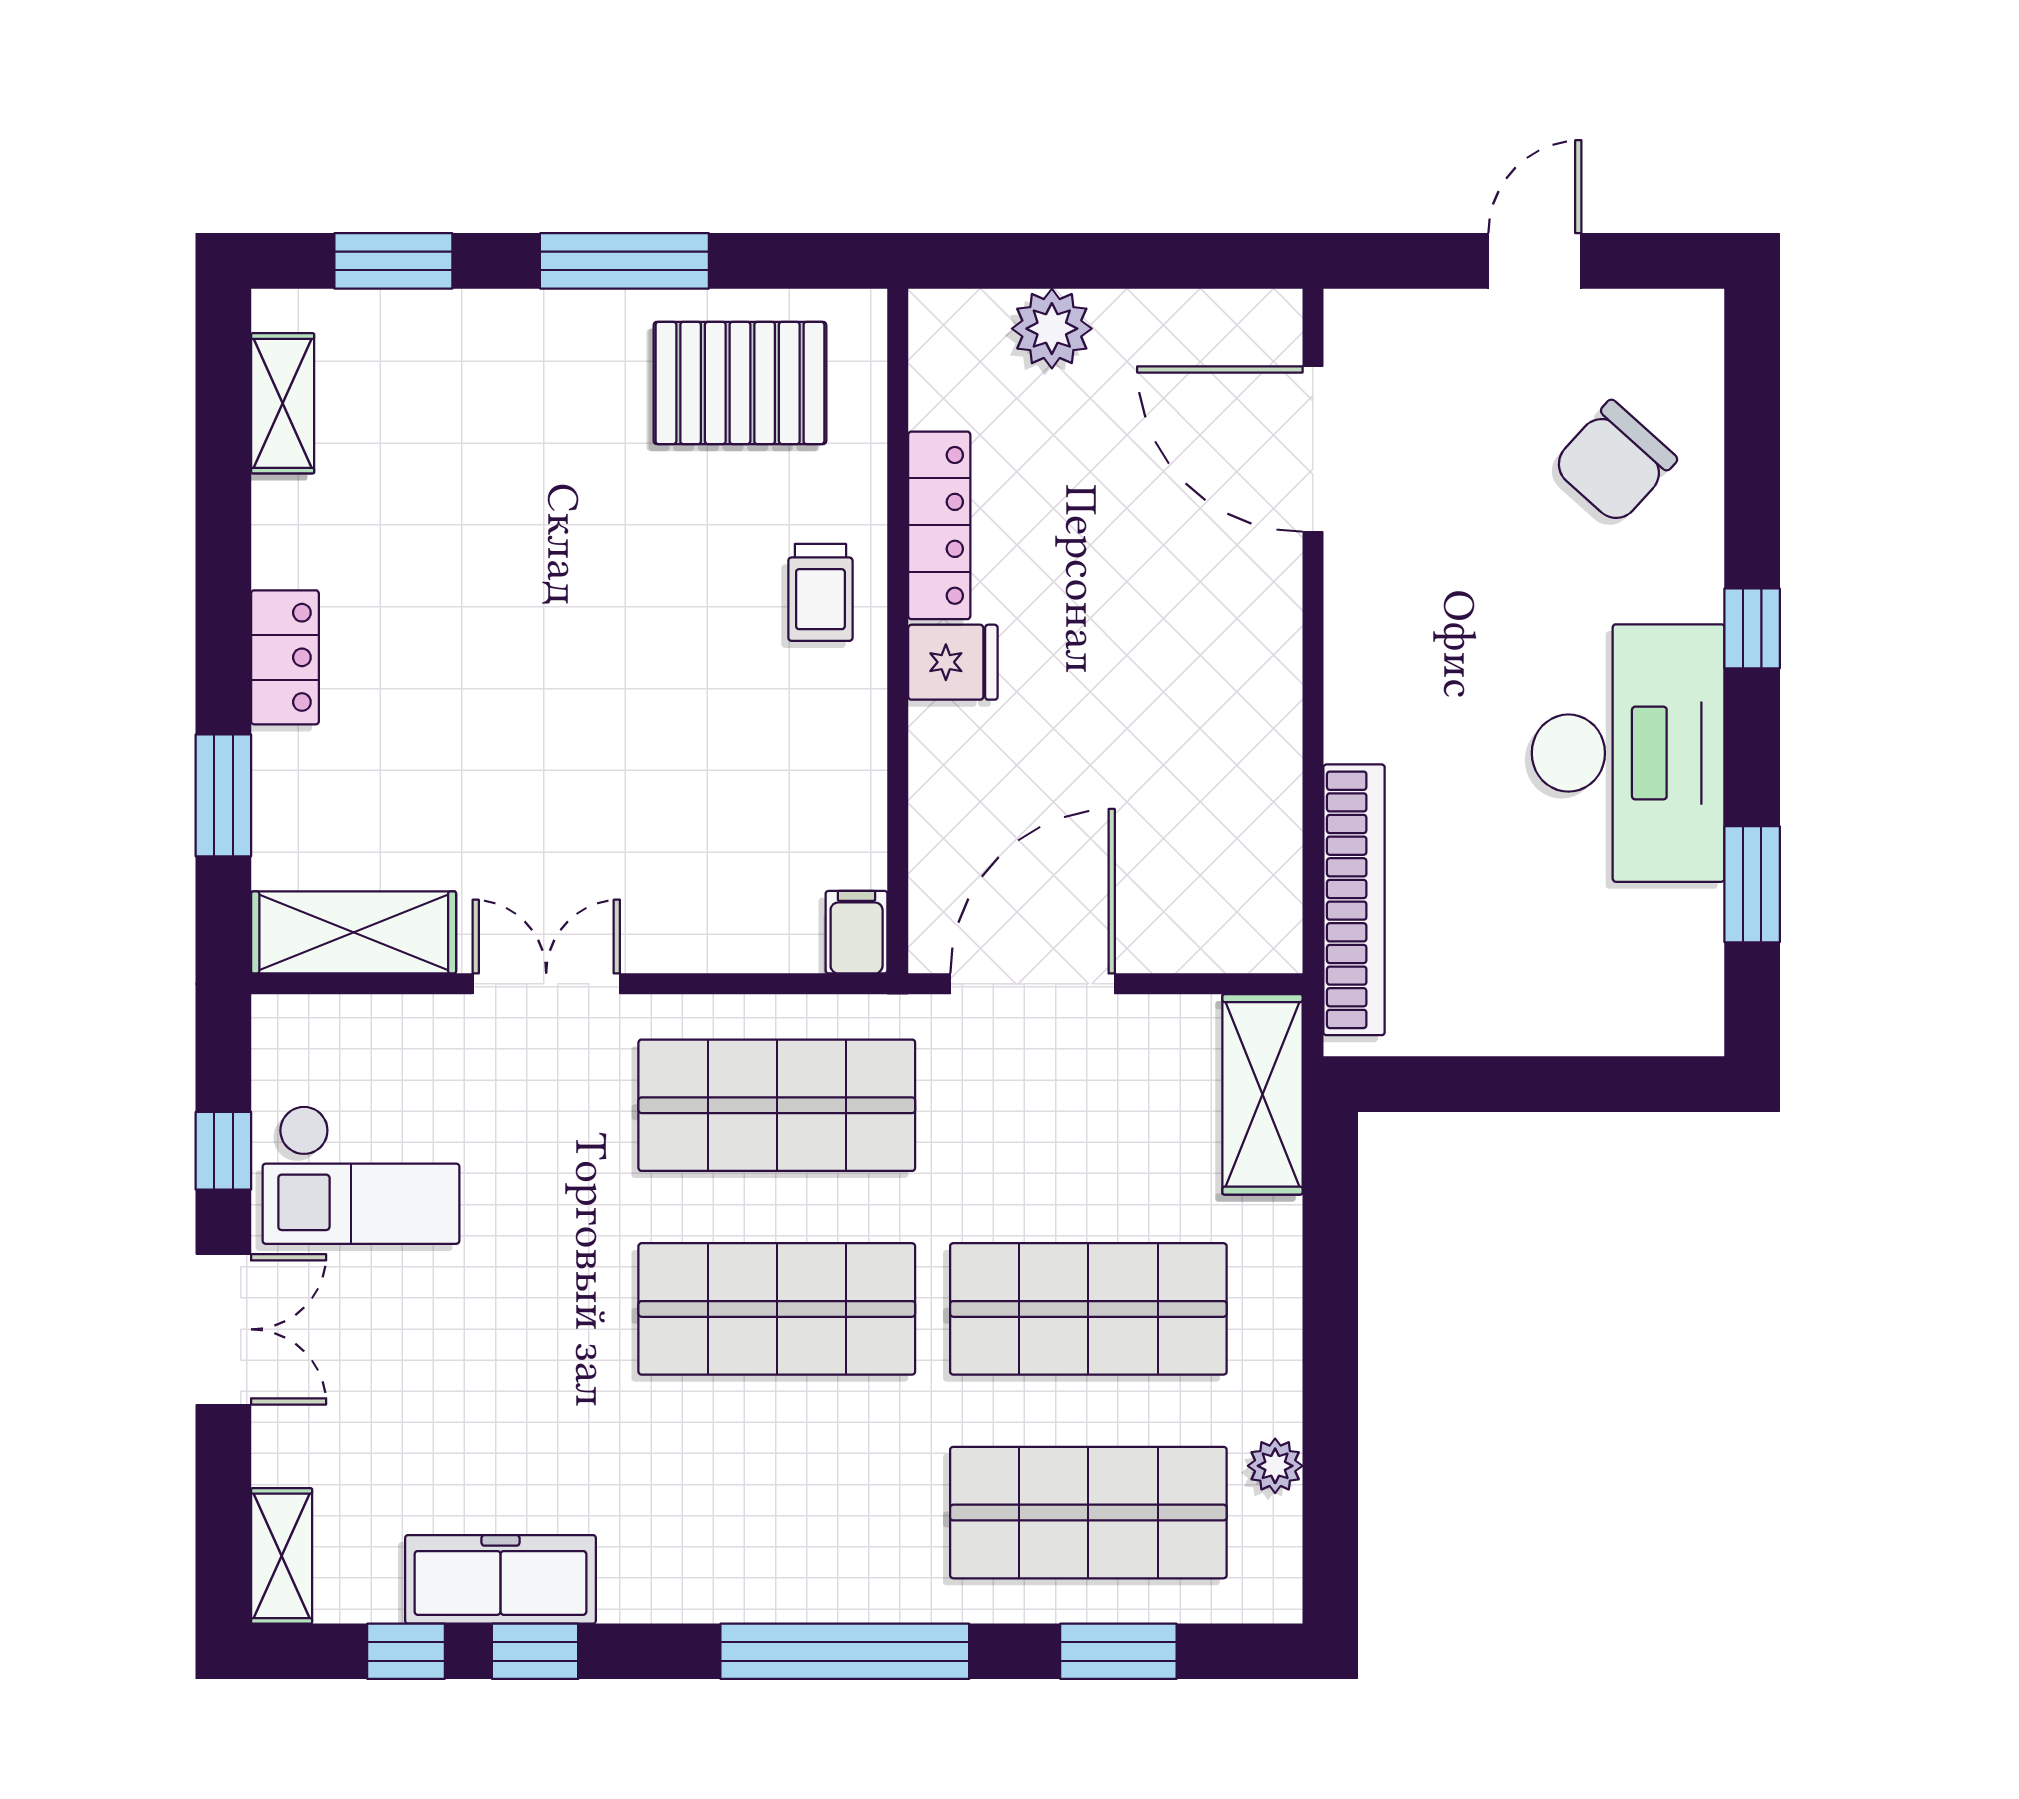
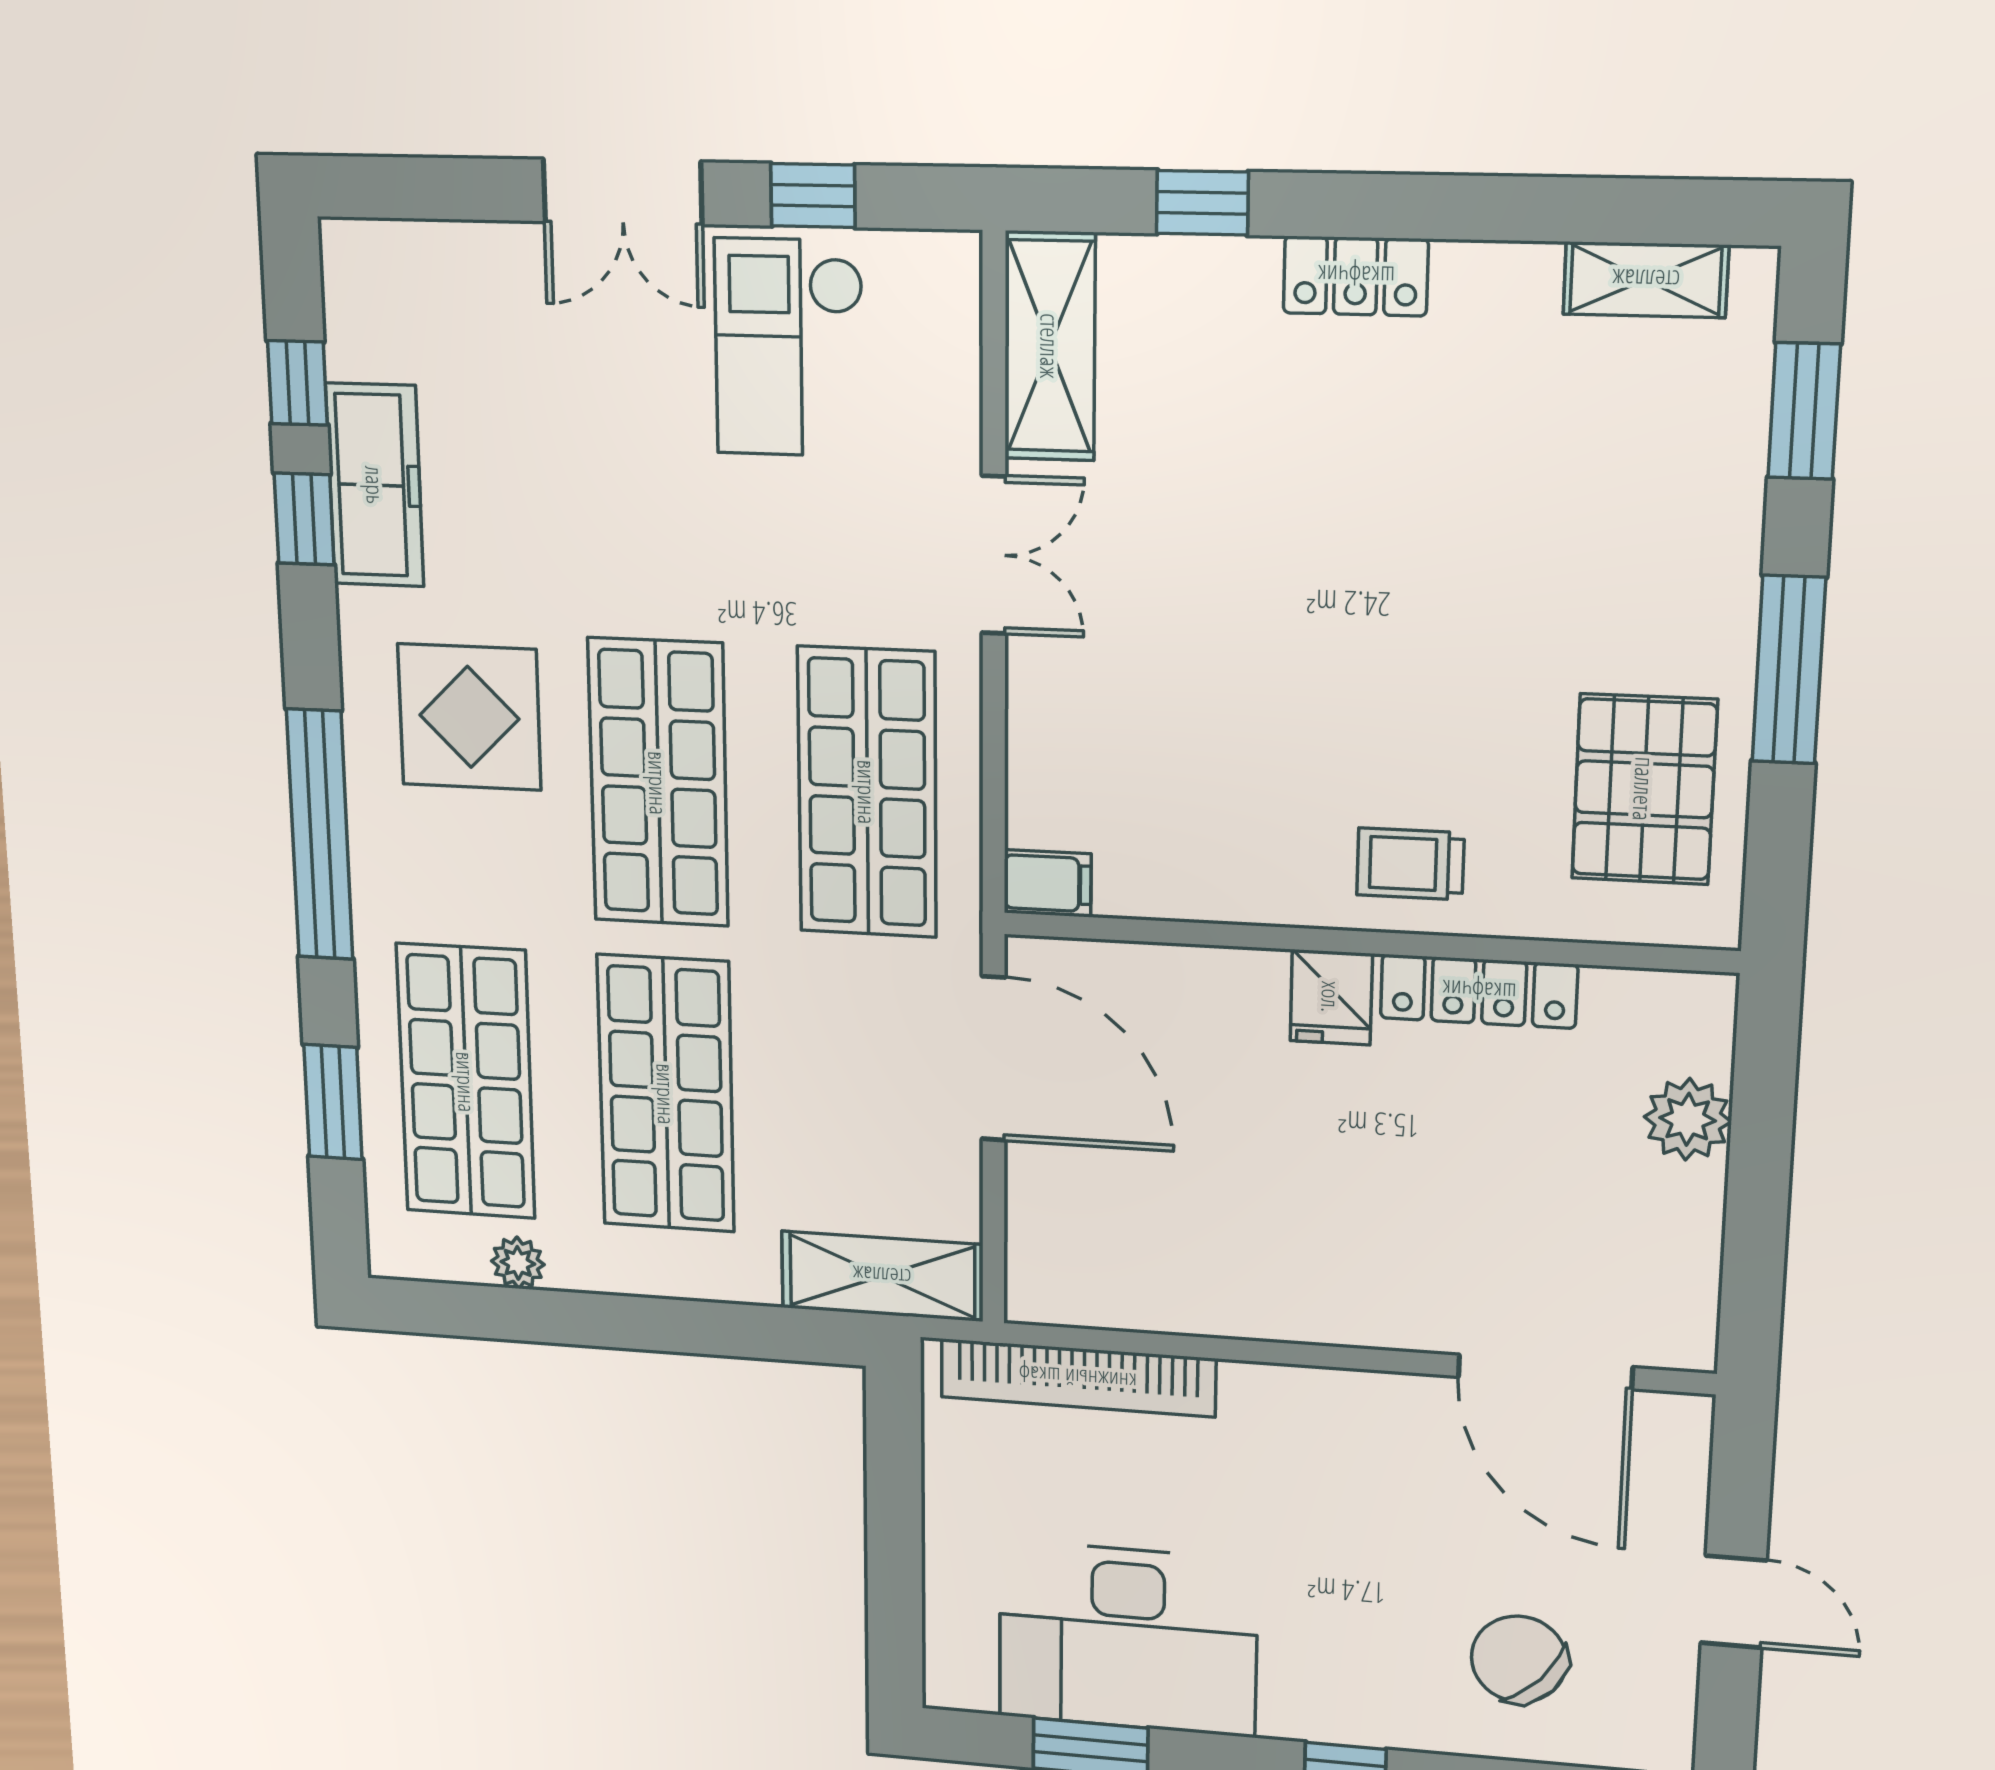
door: (1313, 449) -> (1545, 1372), swing flipped
desk: (1628, 753) -> (1128, 1639), moved
window: (223, 795) -> (1202, 203), width x0.67
display table: (721, 1495) -> (469, 717), added
shelving: (282, 1556) -> (388, 251), removed

